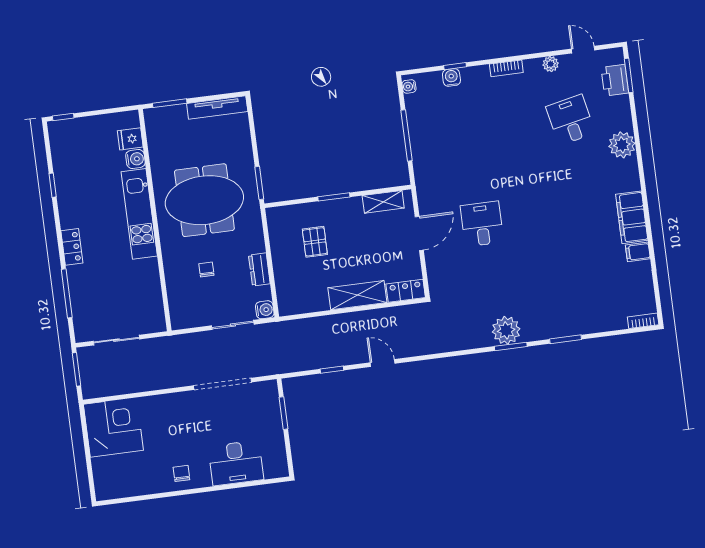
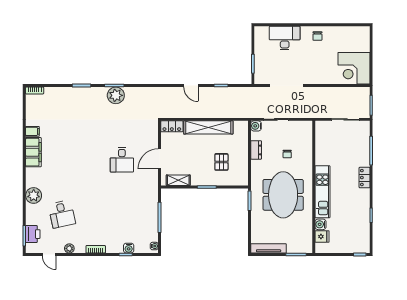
meeting table: (204, 200) -> (283, 195), turned 90
shelving: (357, 295) -> (208, 127), width x1.47

